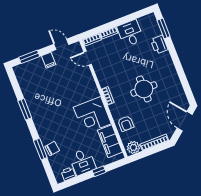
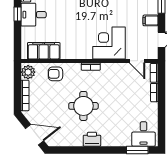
desk: (130, 33) -> (144, 134), moved, turned 90
printer: (159, 45) -> (92, 139), moved
door: (88, 58) -> (137, 61), swing flipped
corner desk: (92, 115) -> (109, 43), moved
window: (99, 171) -> (17, 14), moved

